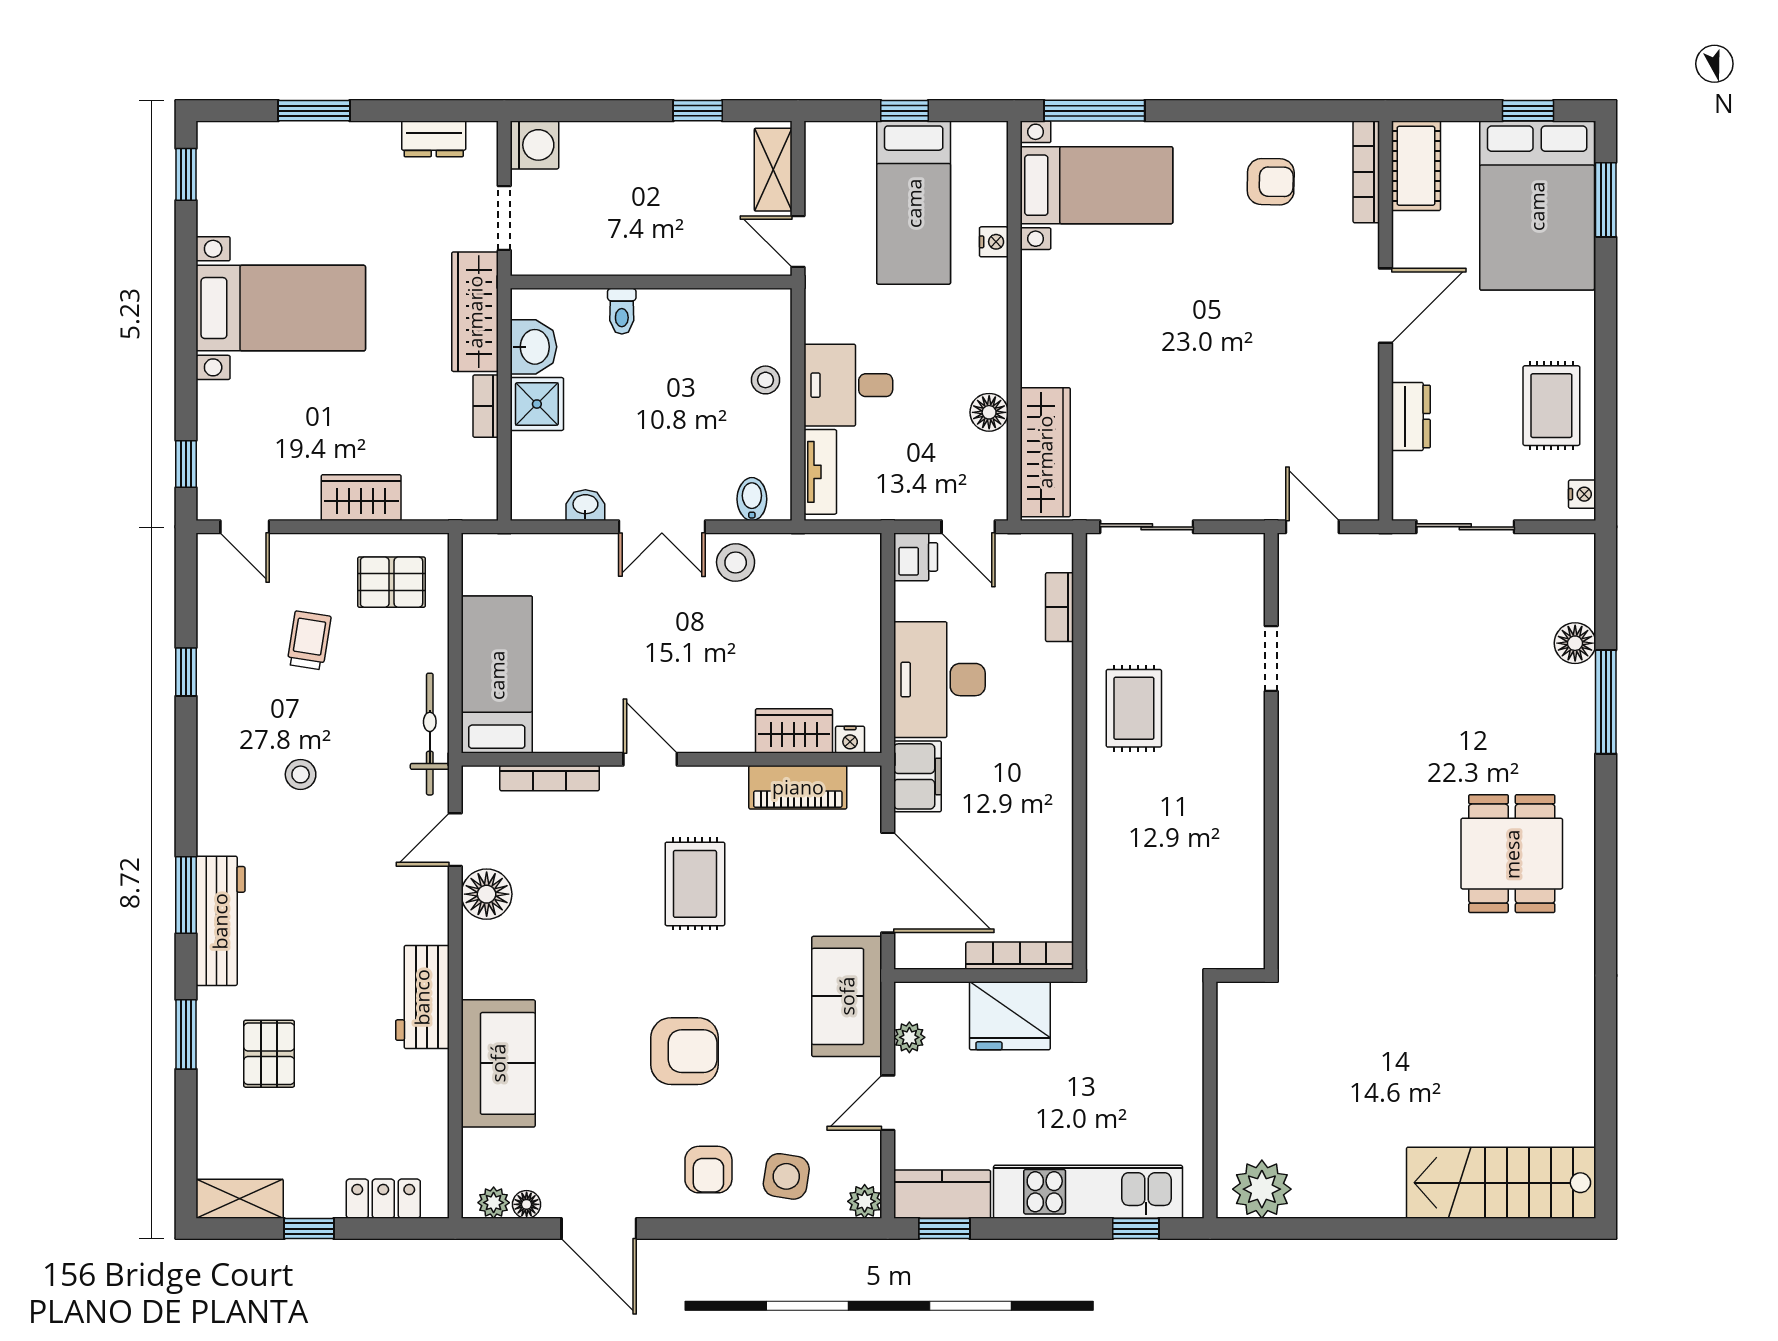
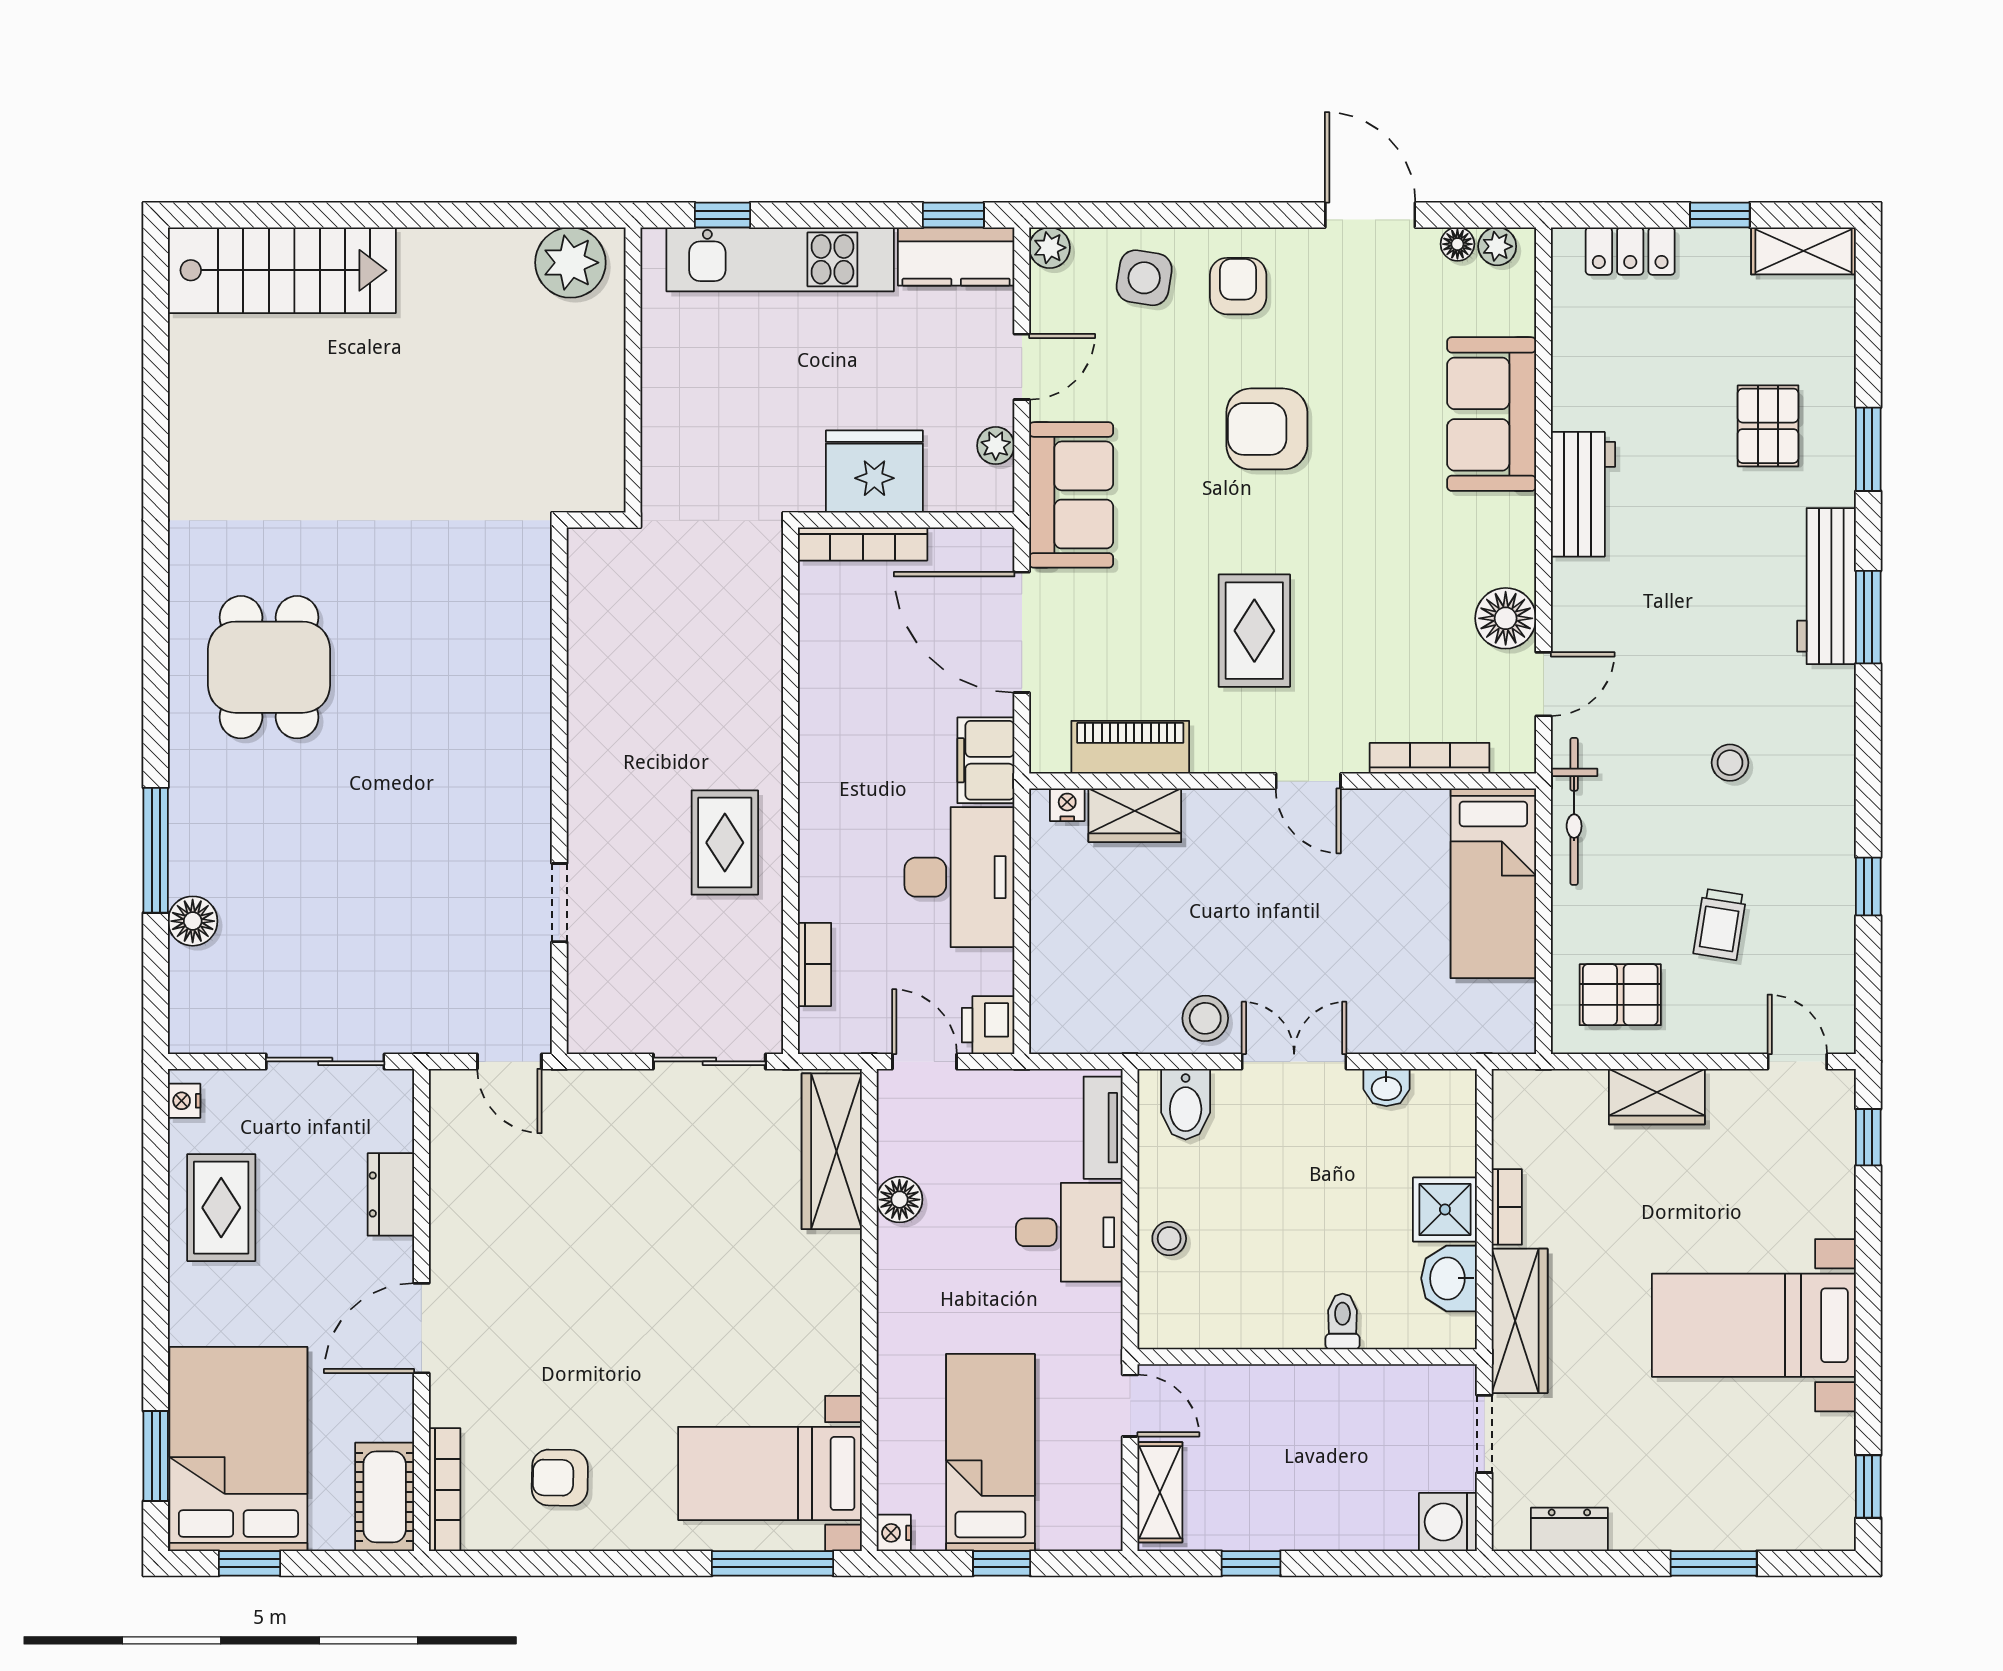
nightstand: (994, 242) -> (894, 1533), moved
bidet: (752, 499) -> (1186, 1104), width x1.38, depth x1.36

